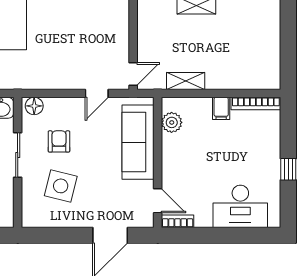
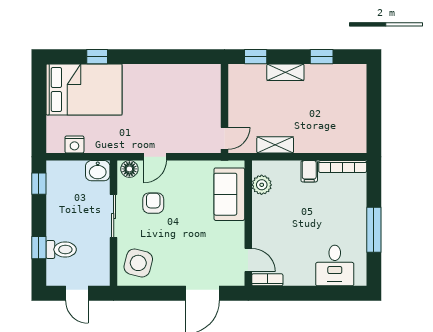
door: (97, 93) -> (155, 157), moved
sofa: (138, 142) -> (229, 194), width x0.73
window: (288, 169) -> (374, 230), width x2.17
side table: (61, 186) -> (138, 263), moved
desk: (240, 206) -> (335, 266), width x0.73

